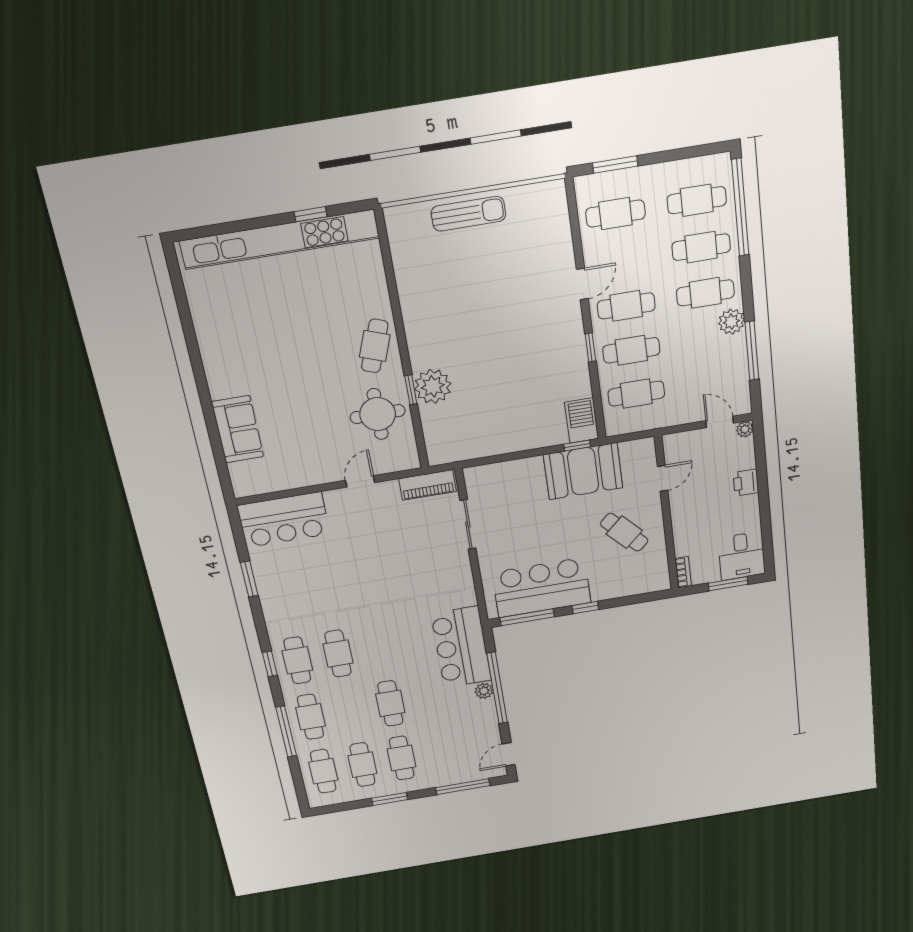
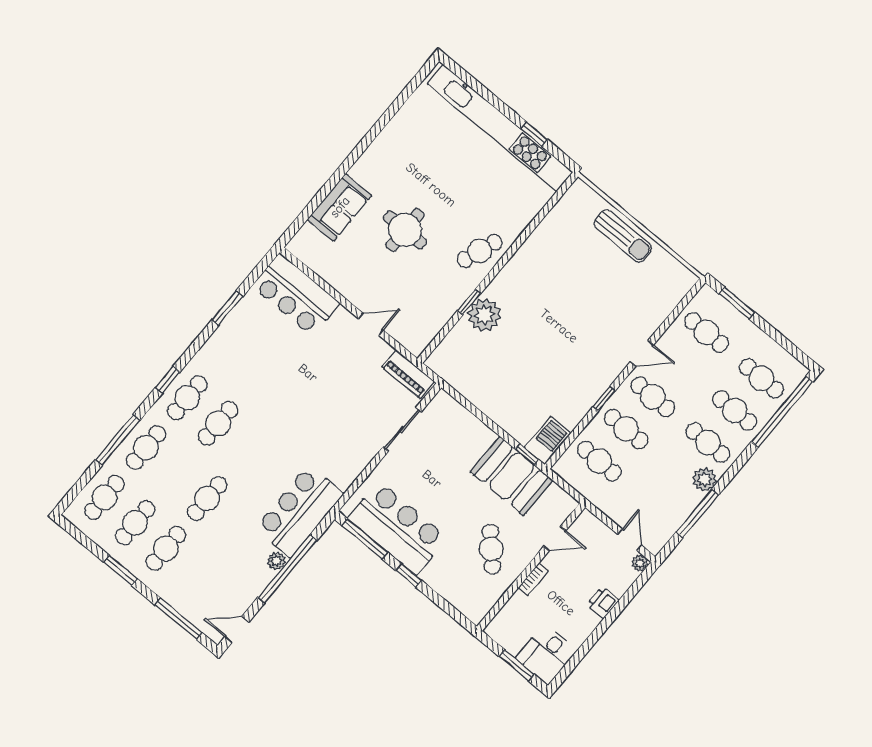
round table: (378, 414) -> (405, 230), moved
bookcase: (683, 572) -> (533, 579), moved

